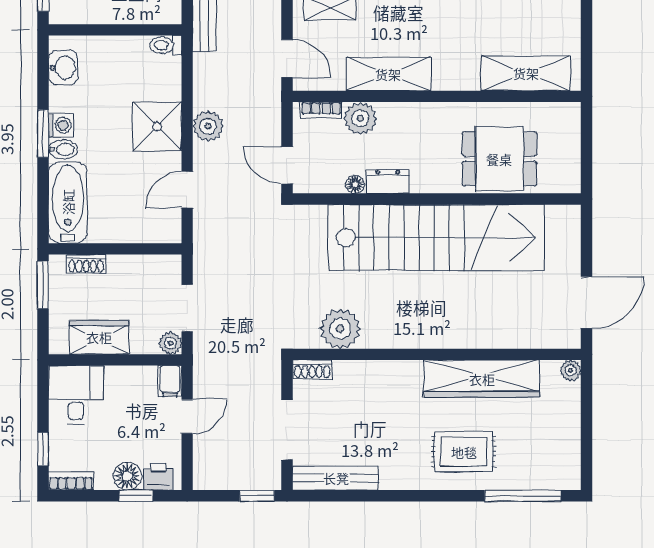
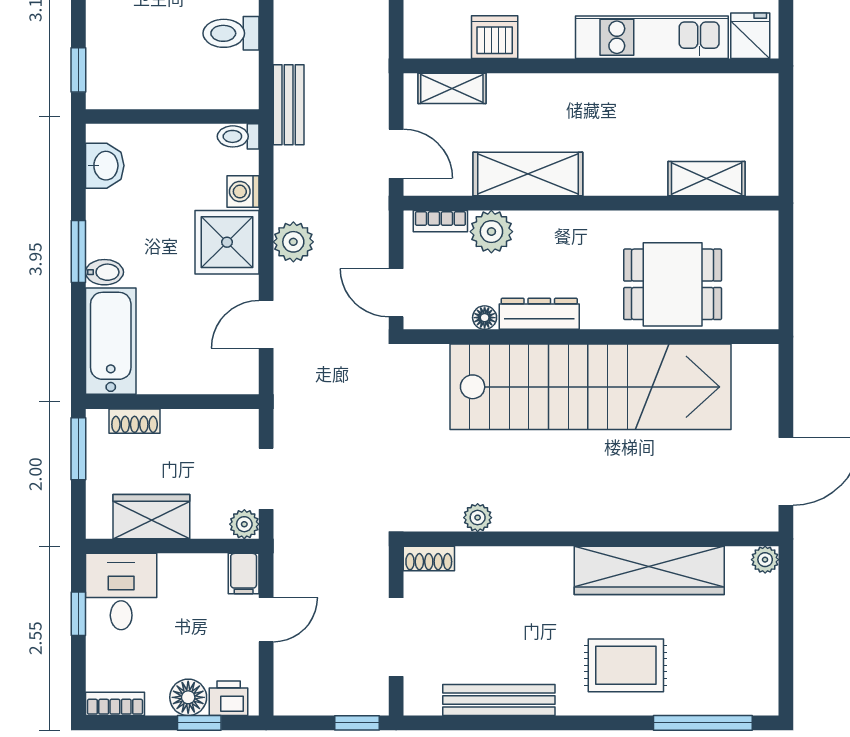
shelving: (526, 73) -> (707, 179), width x0.67, depth x0.75
washing machine: (61, 125) -> (243, 192), moved, turned 180
dresser: (388, 181) -> (539, 314), width x1.44
plant: (340, 329) -> (478, 518), width x0.53, depth x0.53
window: (43, 449) -> (78, 614), moved
bench: (336, 478) -> (499, 700), moved

